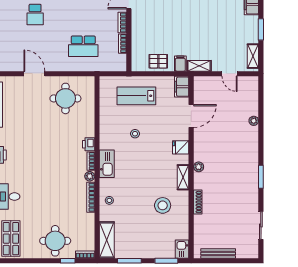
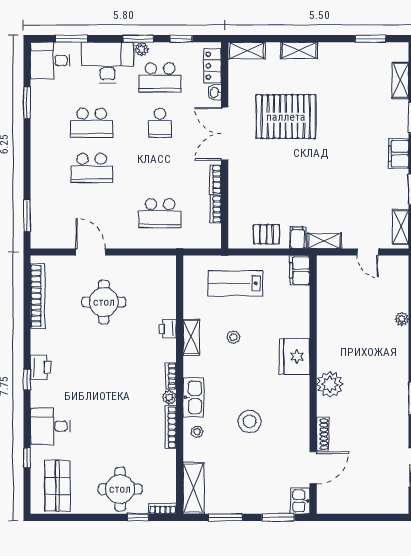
school desk: (35, 14) -> (92, 168), width x1.85
round table: (65, 98) -> (104, 302), moved
door: (191, 116) -> (313, 468), moved
printer: (89, 144) -> (168, 329), moved
fridge: (181, 147) -> (294, 356), width x1.88, depth x1.34
kitchen sink: (107, 164) -> (193, 397), moved
plant: (199, 167) -> (330, 384), width x1.87, depth x1.87
shelving: (183, 177) -> (191, 337), moved
stool: (163, 205) -> (249, 421), moved
bench: (218, 254) -> (351, 507), removed

